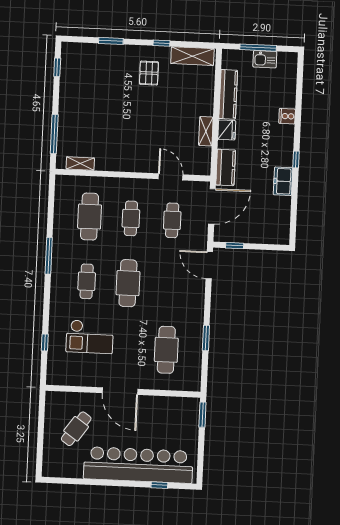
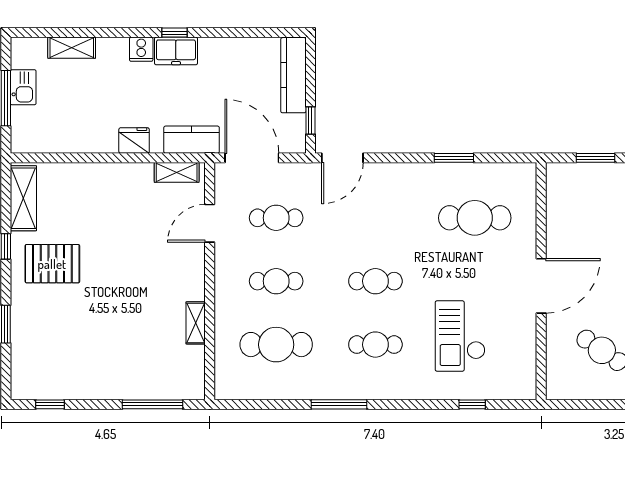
pallet: (149, 73) -> (52, 264), width x1.50, depth x1.42
shelving: (289, 92) -> (72, 48), added
kitchen counter: (228, 94) -> (293, 75), moved, turned -90
cooker: (287, 116) -> (141, 49), moved
shelving: (206, 131) -> (177, 172), moved
shelving: (80, 164) -> (196, 323), moved
freezer: (283, 181) -> (176, 51), moved
cafe table: (128, 283) -> (375, 281), width x0.73, depth x0.74
checkout: (90, 337) -> (460, 336), turned 180
window: (202, 415) -> (595, 158), moved

